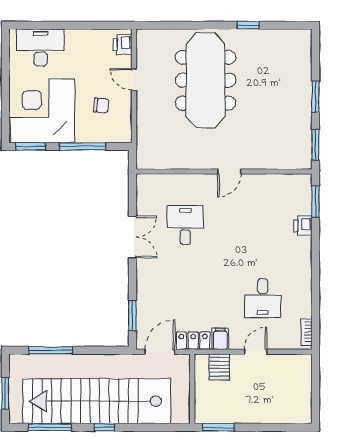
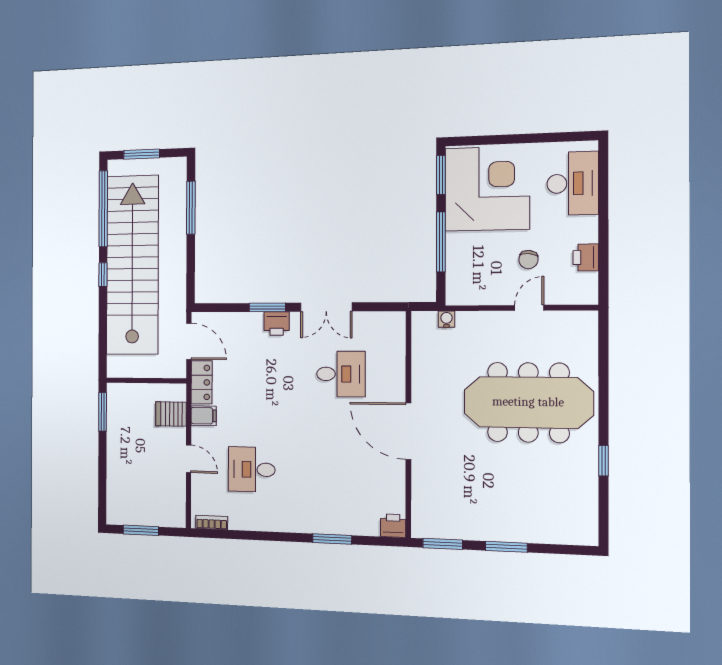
printer: (123, 44) -> (586, 257), moved, turned -90
chair: (101, 105) -> (528, 260), moved
water cooler: (142, 142) -> (447, 319), added
door: (229, 171) -> (408, 431), width x1.87
window: (315, 202) -> (332, 539), moved
printer: (303, 226) -> (393, 526), moved
printer: (145, 278) -> (277, 324), added
window: (132, 315) -> (267, 307), moved
window: (315, 393) -> (141, 530), added
window: (50, 427) -> (103, 209), width x1.46

